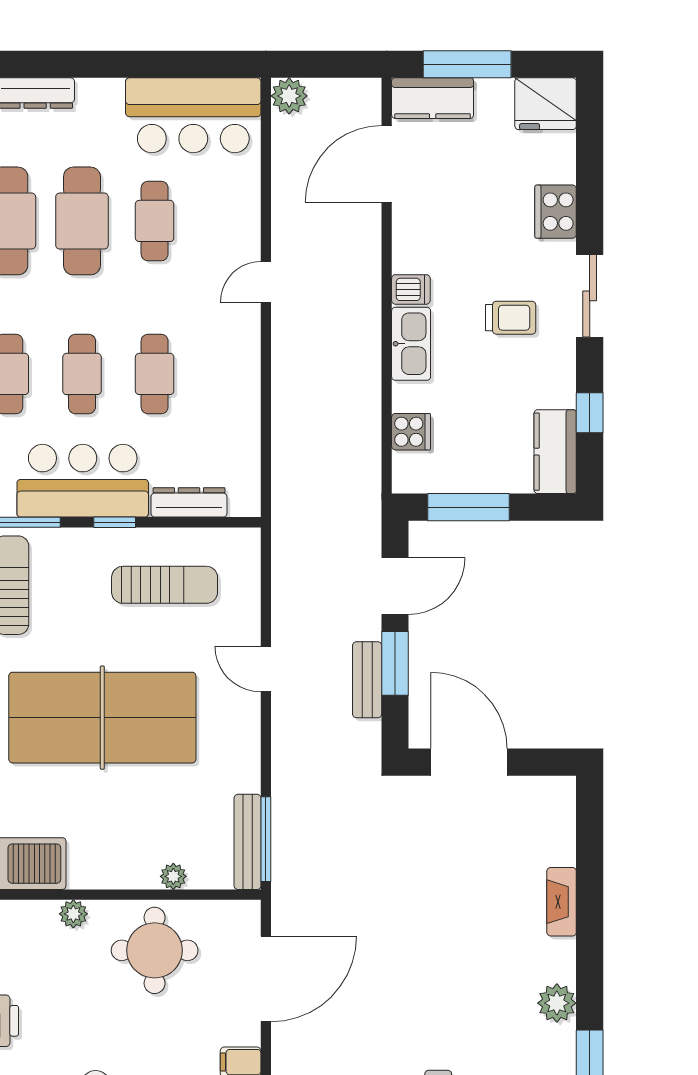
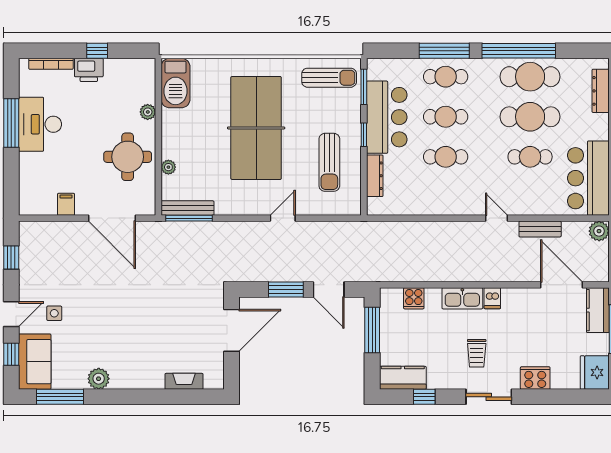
bench: (367, 680) -> (540, 229), moved
fireplace: (562, 902) -> (184, 381), moved

